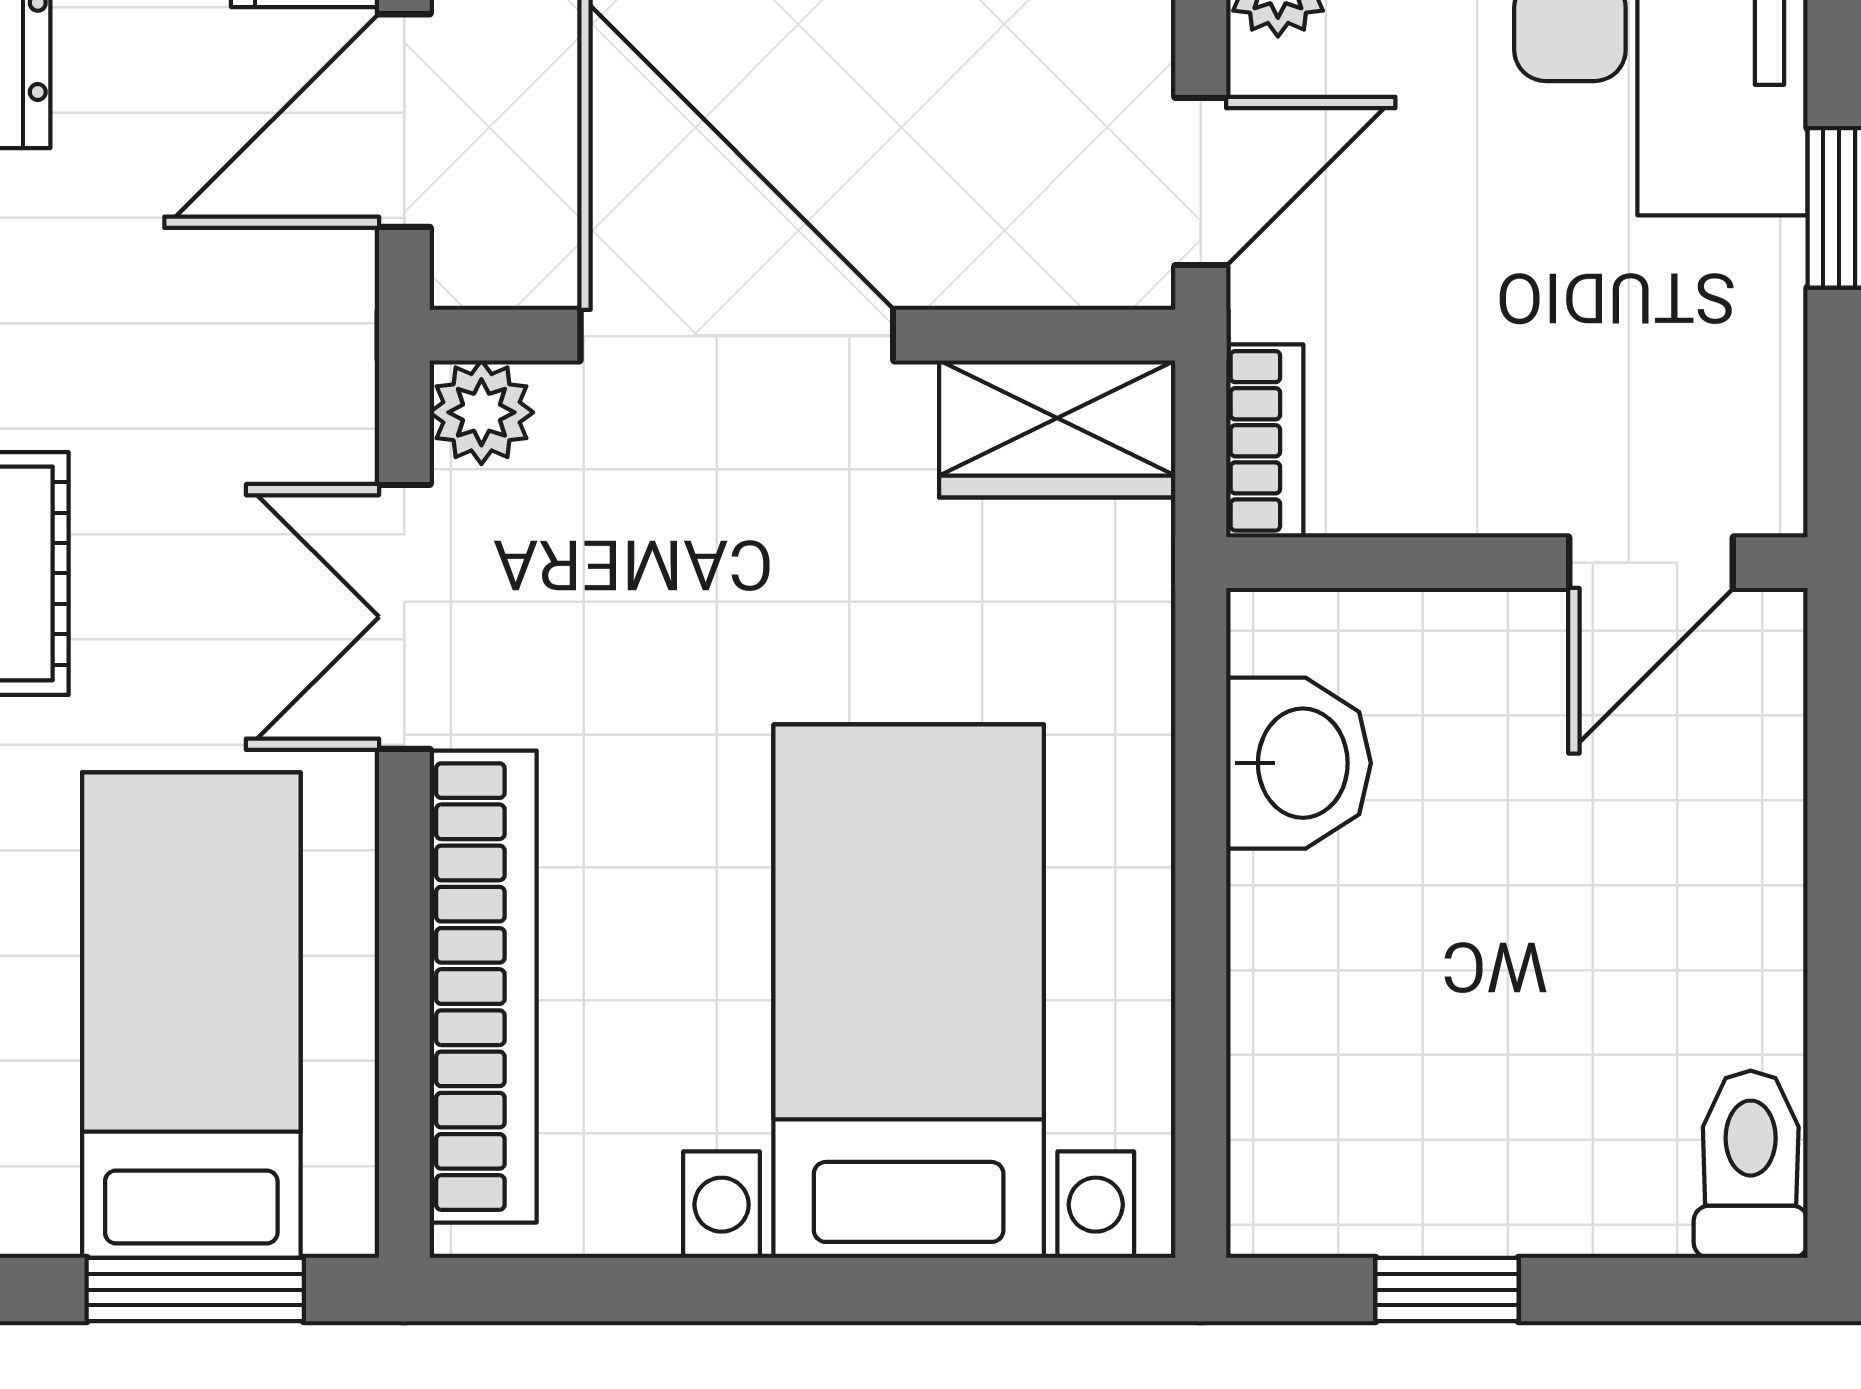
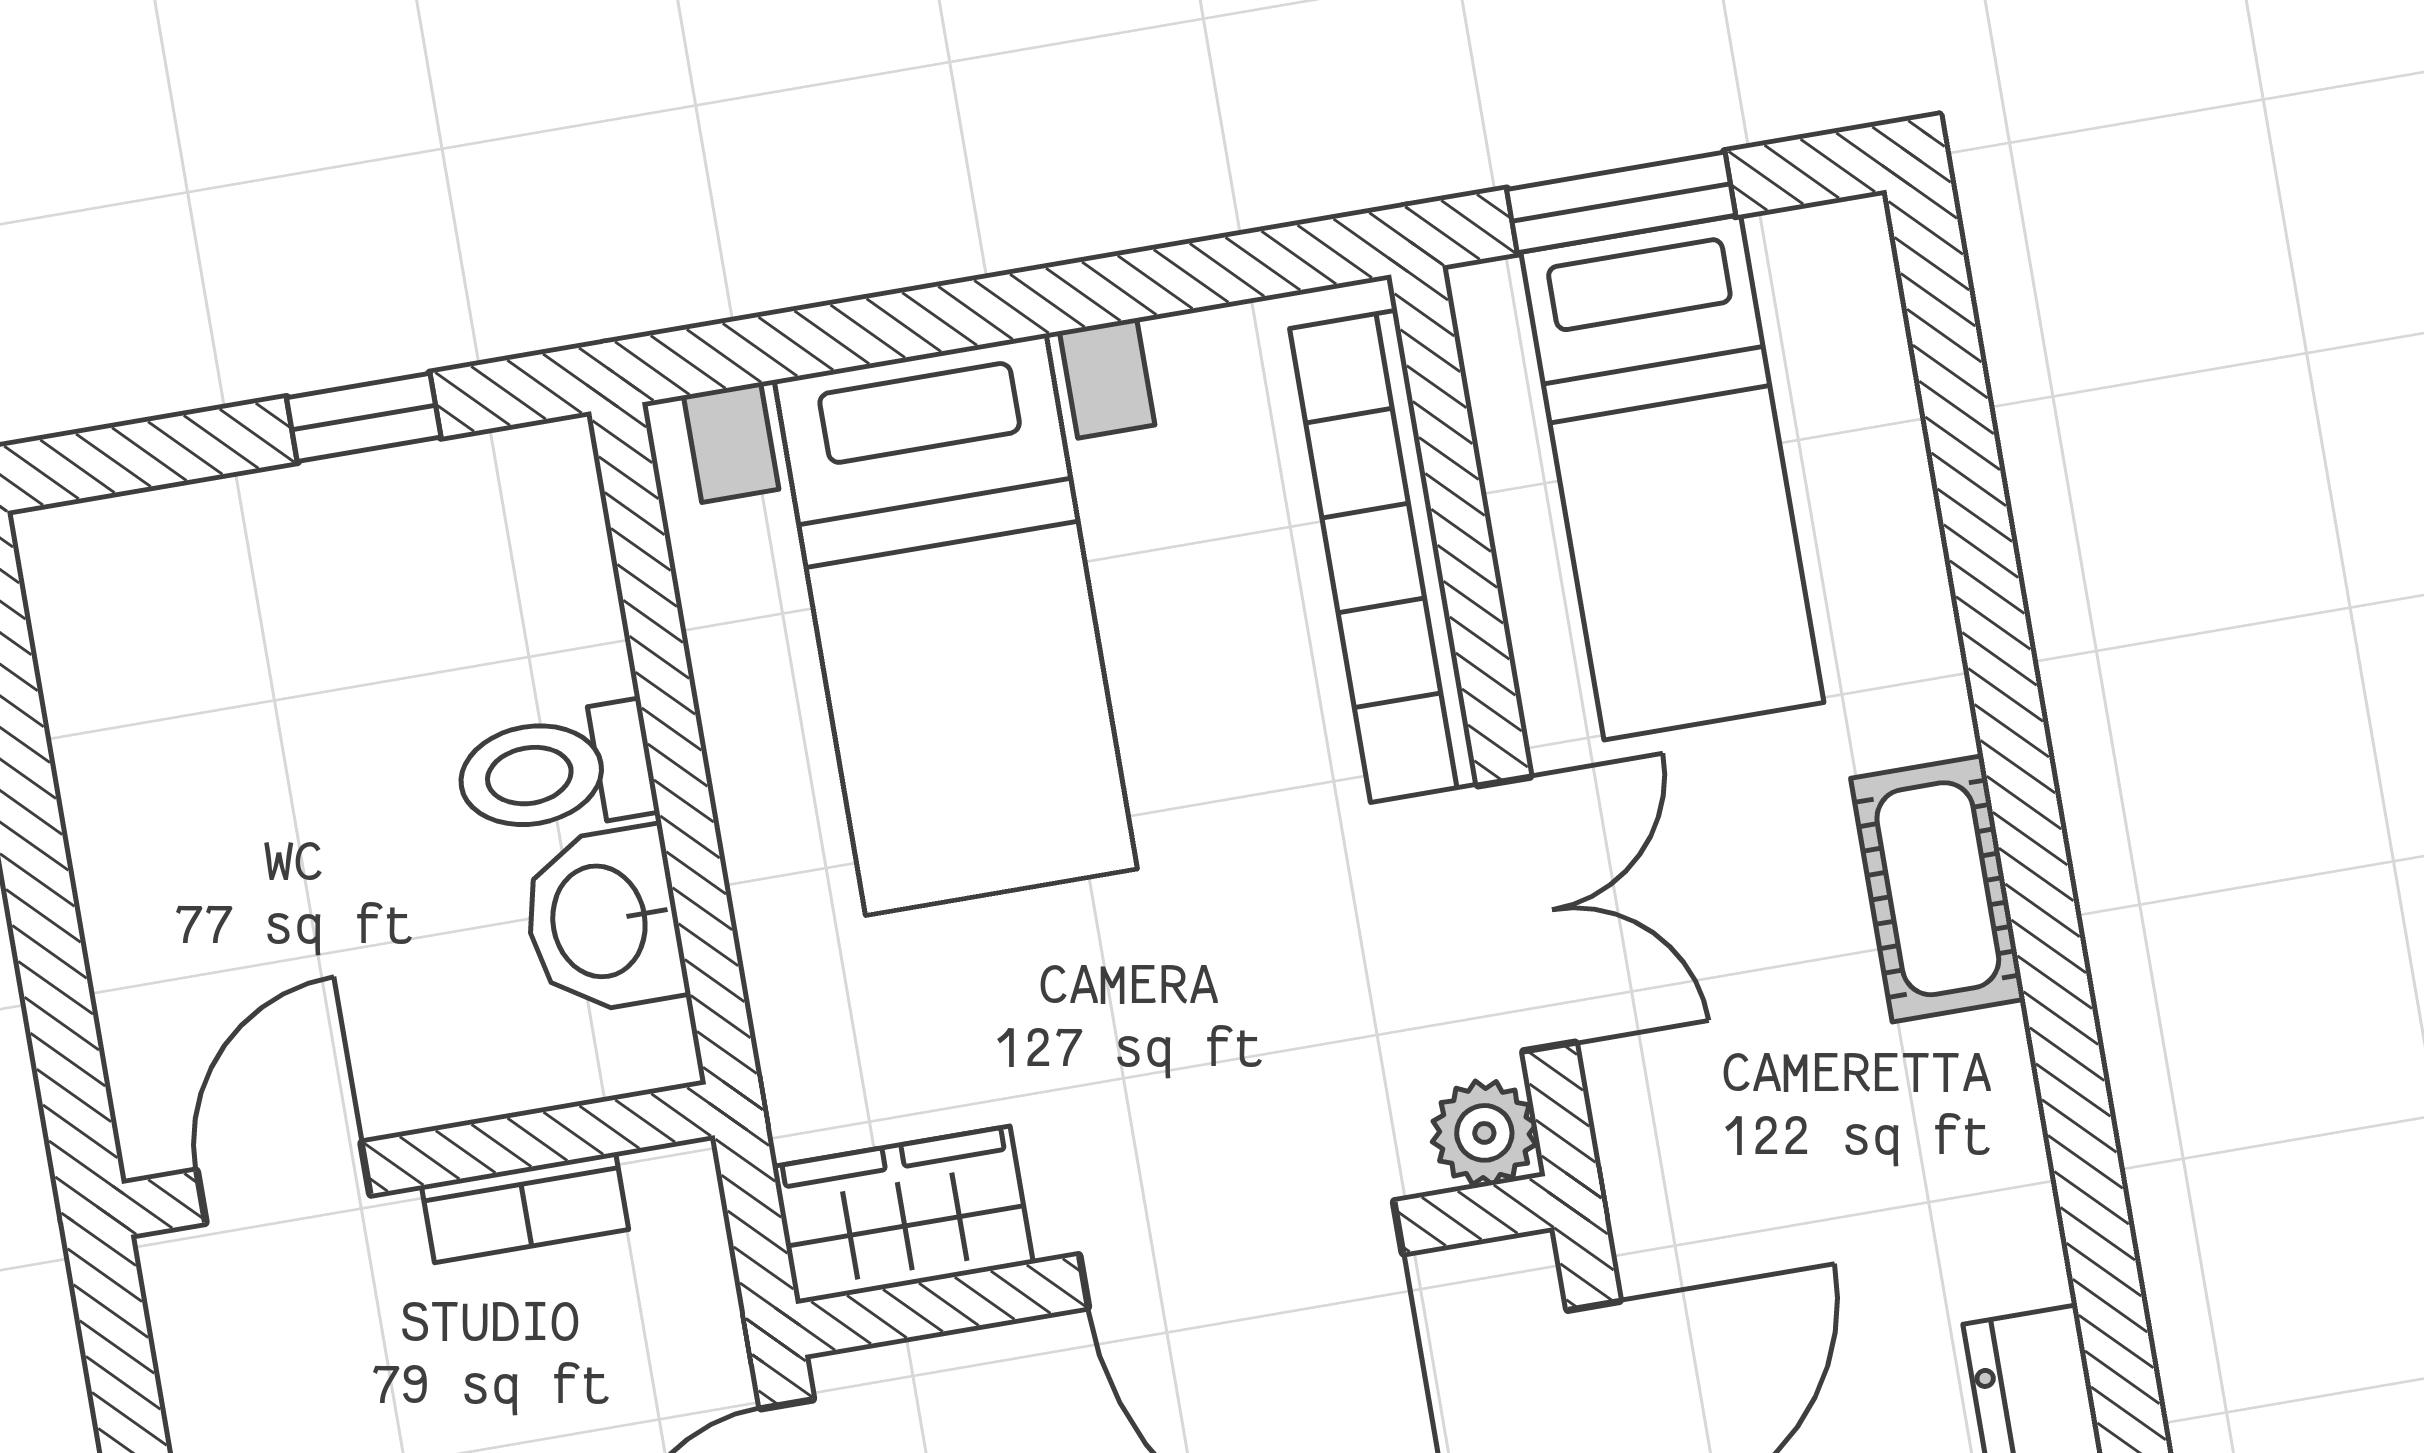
bookcase: (1265, 441) -> (525, 1207), moved, turned -90
toilet: (1751, 1164) -> (556, 771), moved, turned 90

